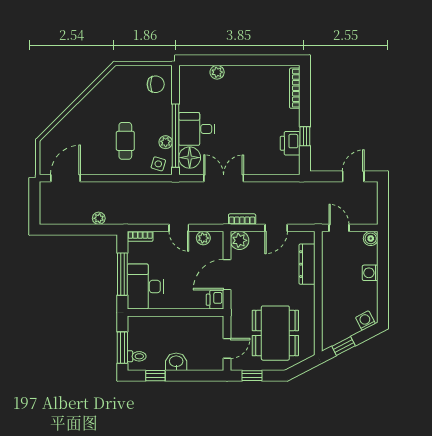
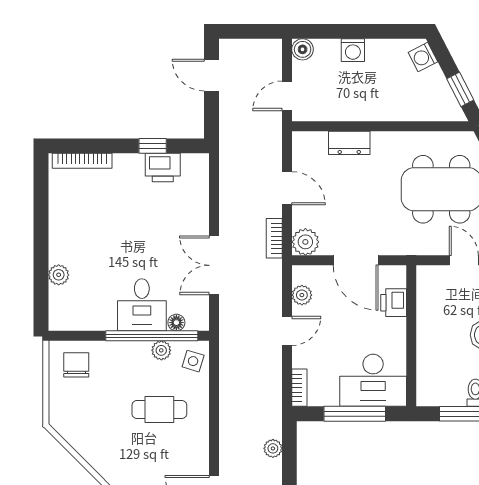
floor lamp: (190, 158) -> (176, 323), width x0.53, depth x0.53
dresser: (307, 264) -> (349, 143), width x0.70
printer: (215, 300) -> (394, 303), moved, turned 90

